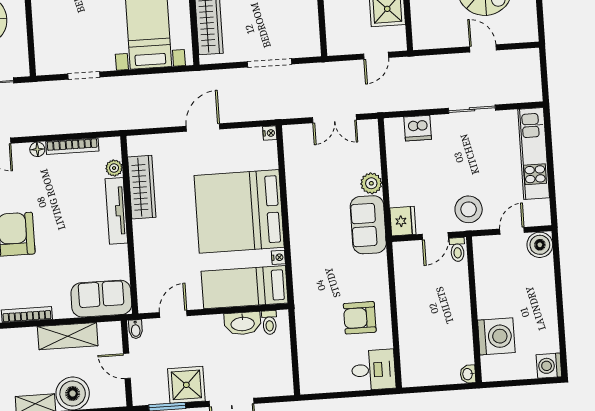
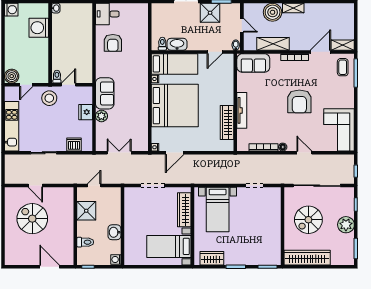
door: (203, 128) -> (175, 153), moved
plant: (114, 168) -> (242, 134), removed
fridge: (403, 221) -> (86, 112), moved
armchair: (360, 318) -> (113, 43), turned 90

